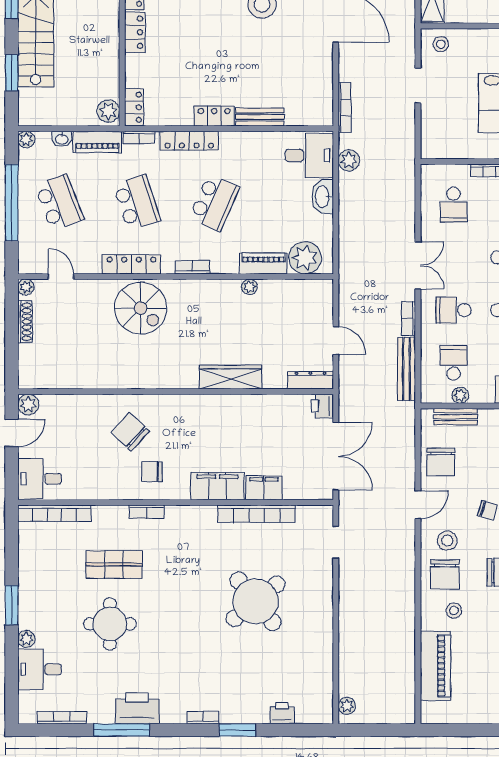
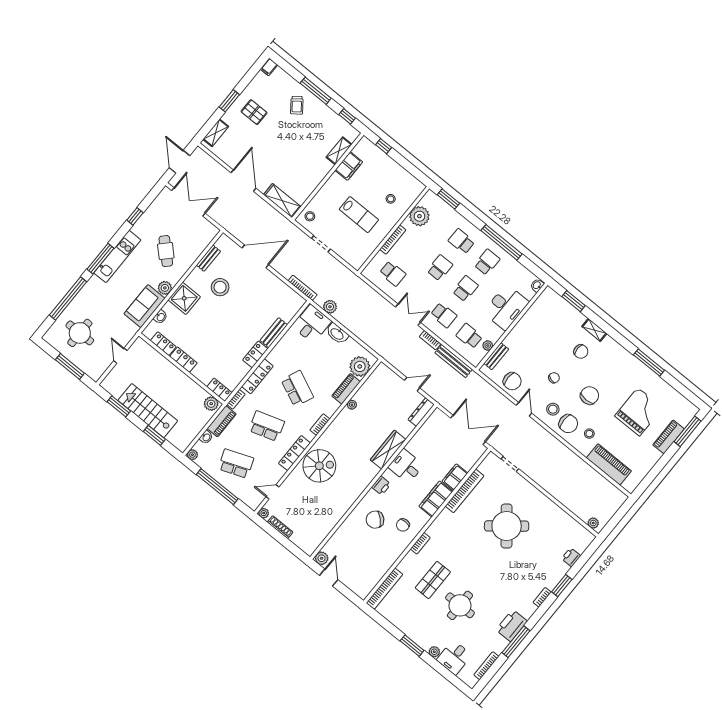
school desk: (454, 310) -> (444, 315), turned -90
printer: (322, 406) -> (381, 486), moved, turned -90
desk: (40, 479) -> (406, 466), moved, turned 90

